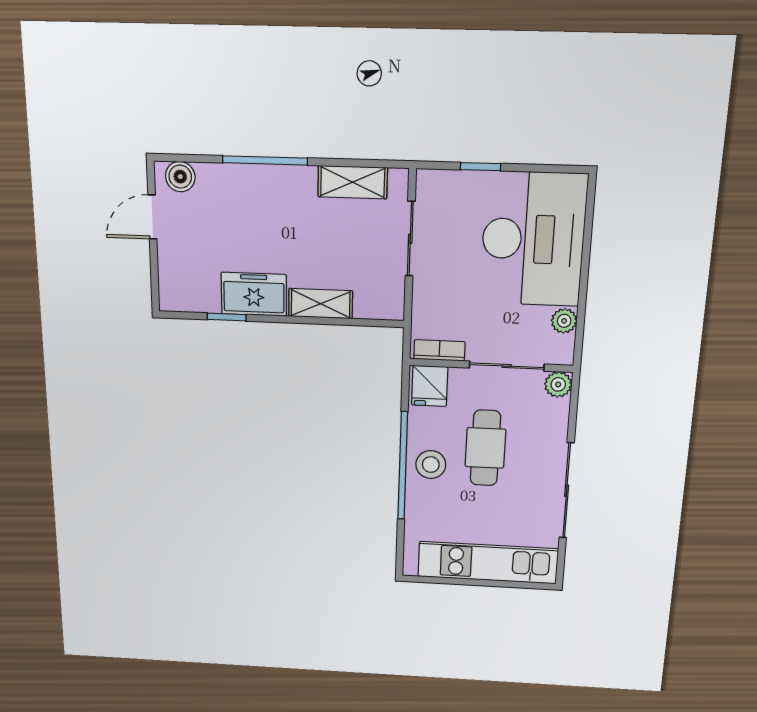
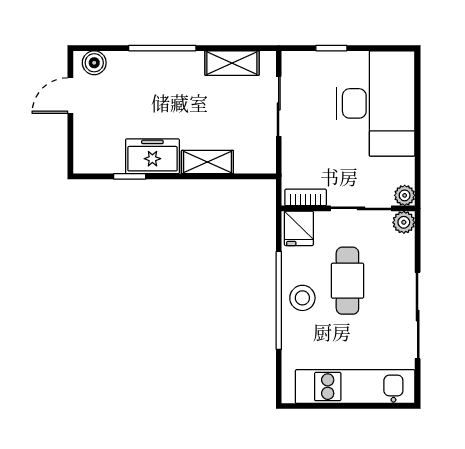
plant: (564, 321) -> (405, 195), moved

